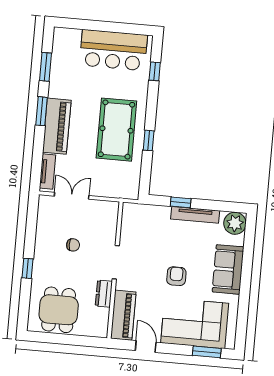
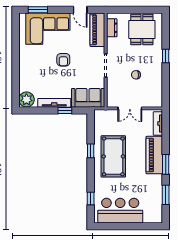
double door: (72, 196) -> (130, 108), moved
sofa: (228, 269) -> (88, 98), moved, turned -90
dresser: (104, 294) -> (112, 28), moved

